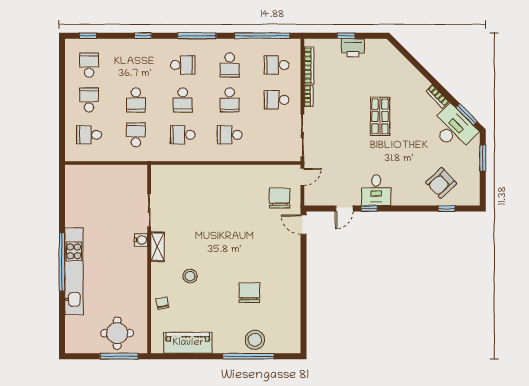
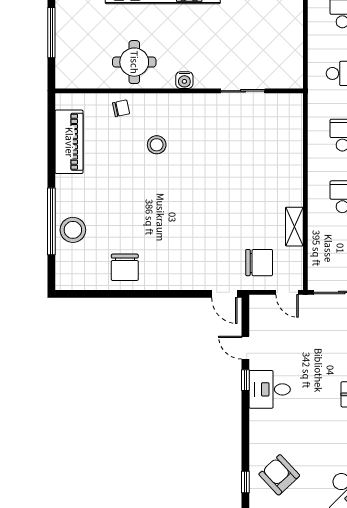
door: (304, 225) -> (224, 294), swing flipped
water cooler: (141, 240) -> (184, 80), moved
shelving: (157, 247) -> (294, 227), moved, turned 90
chair: (249, 293) -> (125, 267), moved, turned 90
round table: (117, 333) -> (134, 62), moved
window: (119, 356) -> (51, 33), moved

